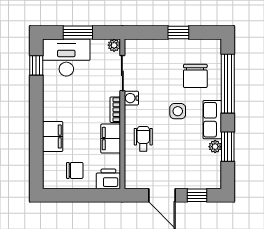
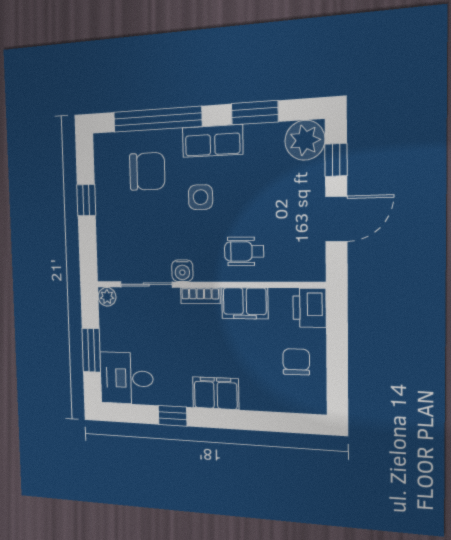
desk: (66, 58) -> (127, 378), width x0.73
window: (36, 65) -> (173, 416), moved
filing cabinet: (53, 137) -> (216, 393), moved
plant: (215, 147) -> (305, 140), moved, width x1.88, depth x1.88

